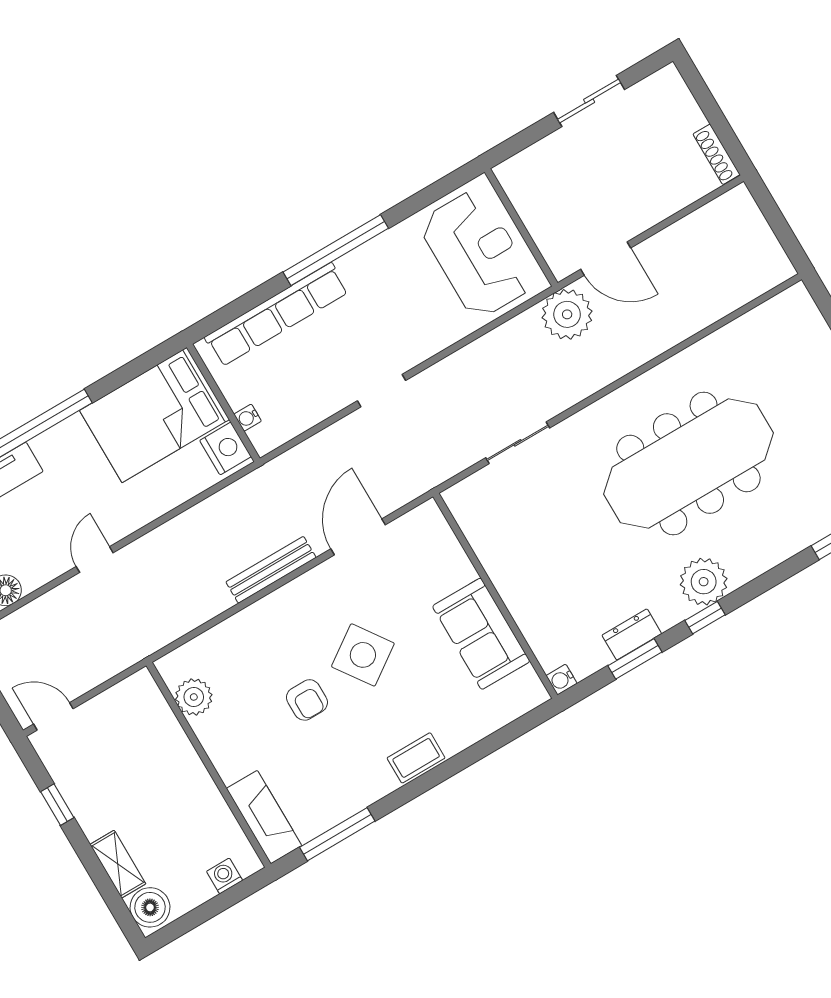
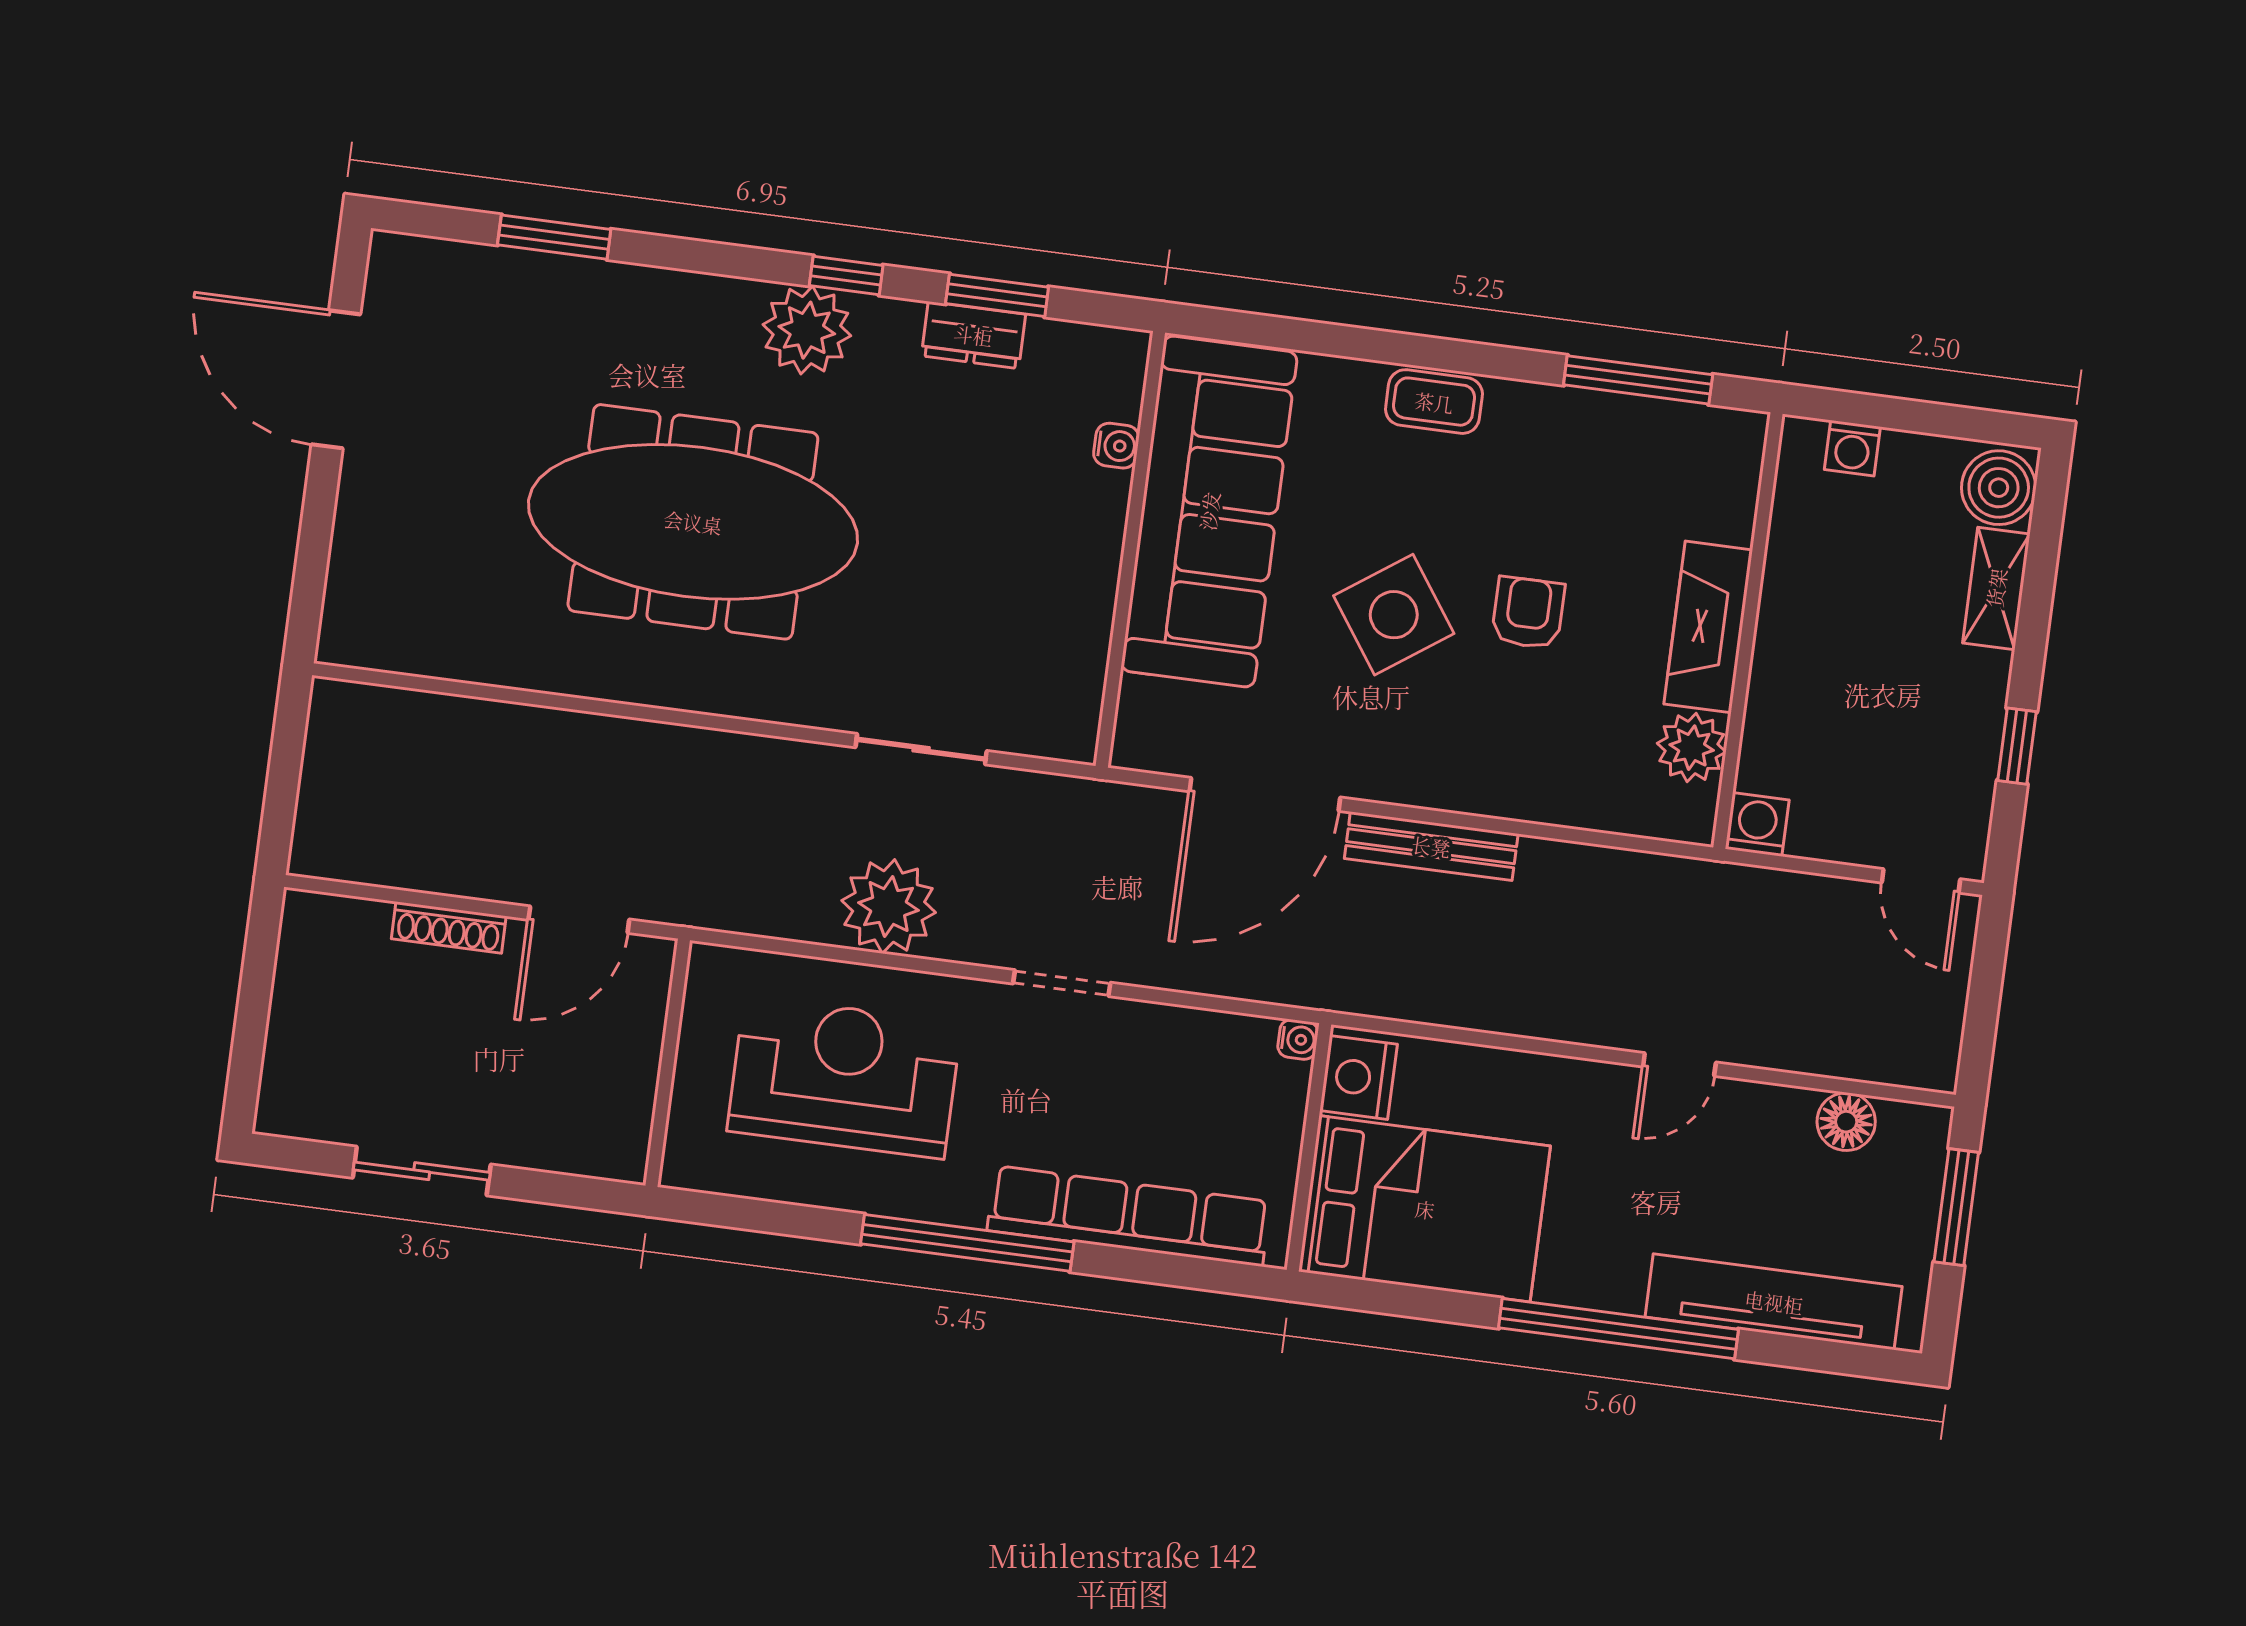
shoe rack: (716, 154) -> (449, 927), moved, turned 90
reception desk: (477, 254) -> (844, 1077), moved, turned 90
door: (606, 259) -> (579, 920), swing flipped
plant: (567, 314) -> (889, 906), moved
water cooler: (248, 418) -> (1298, 1039), moved
door: (358, 537) -> (1265, 794), width x1.36
sofa: (481, 634) -> (1209, 511), width x1.85, depth x1.27
water cooler: (562, 680) -> (1116, 446), moved
washing machine: (141, 686) -> (1757, 824), added
fireplace: (264, 817) -> (1708, 627), moved

